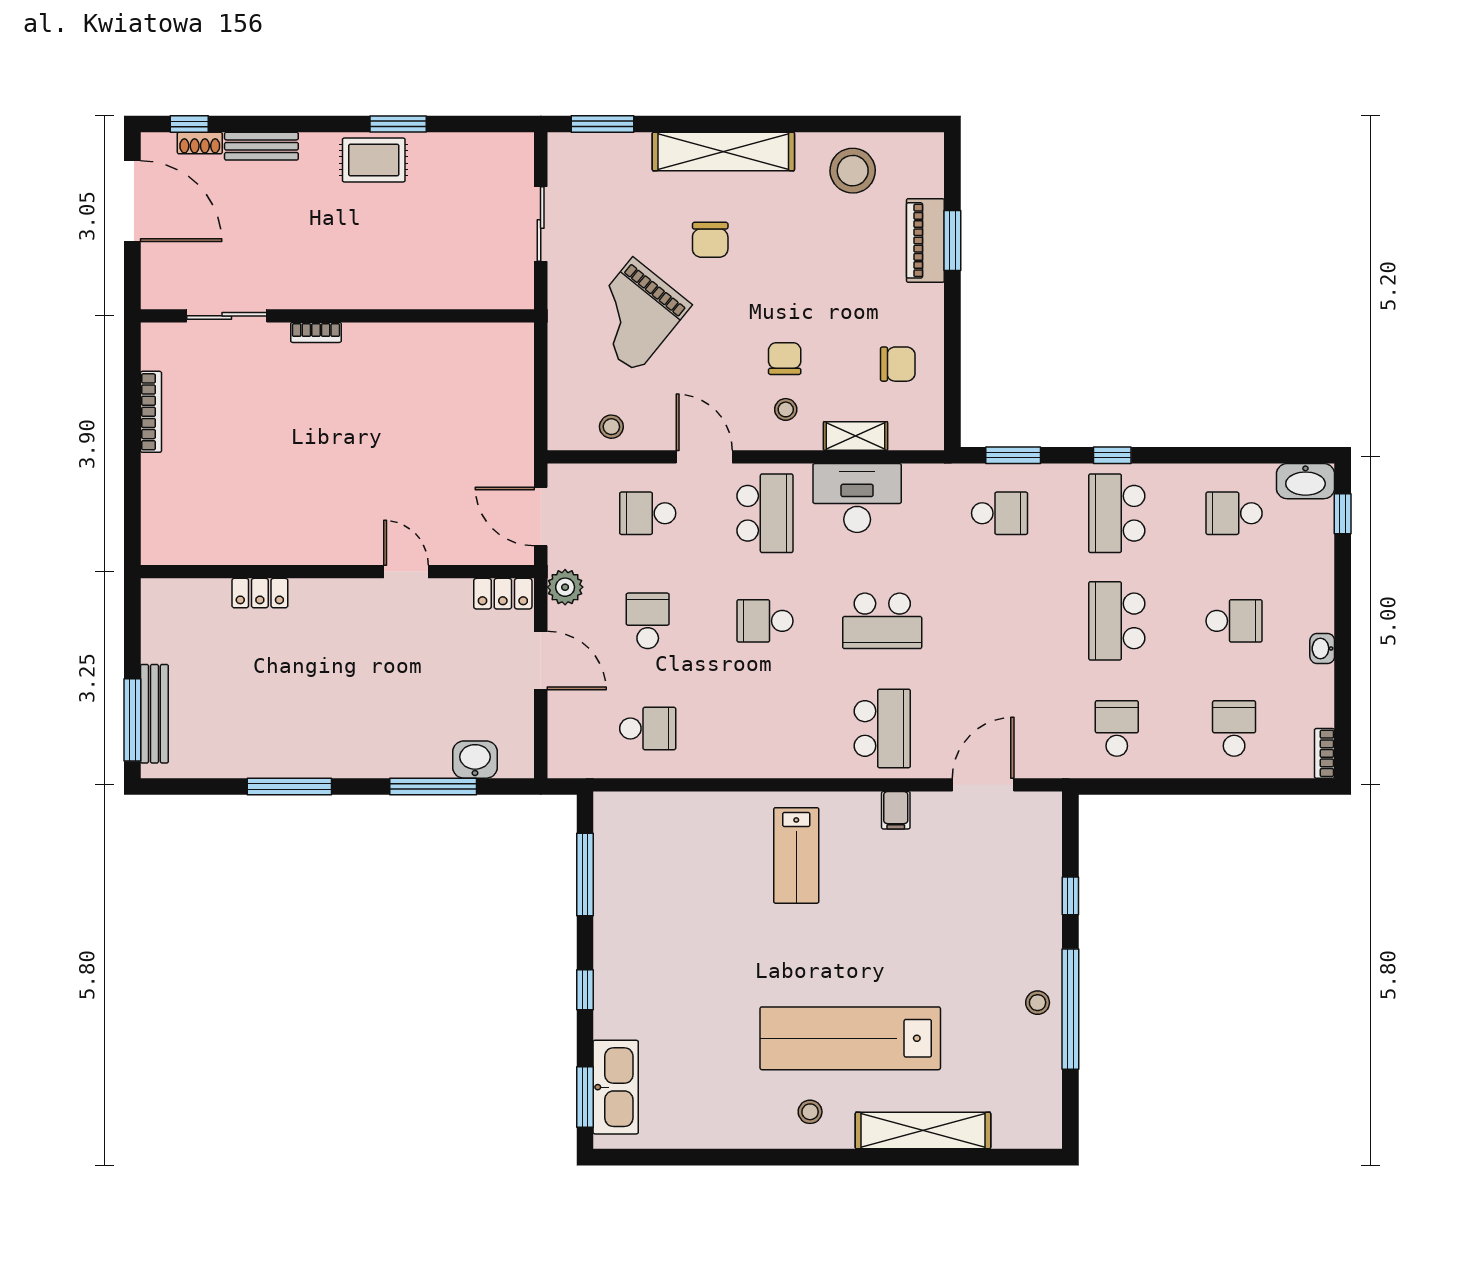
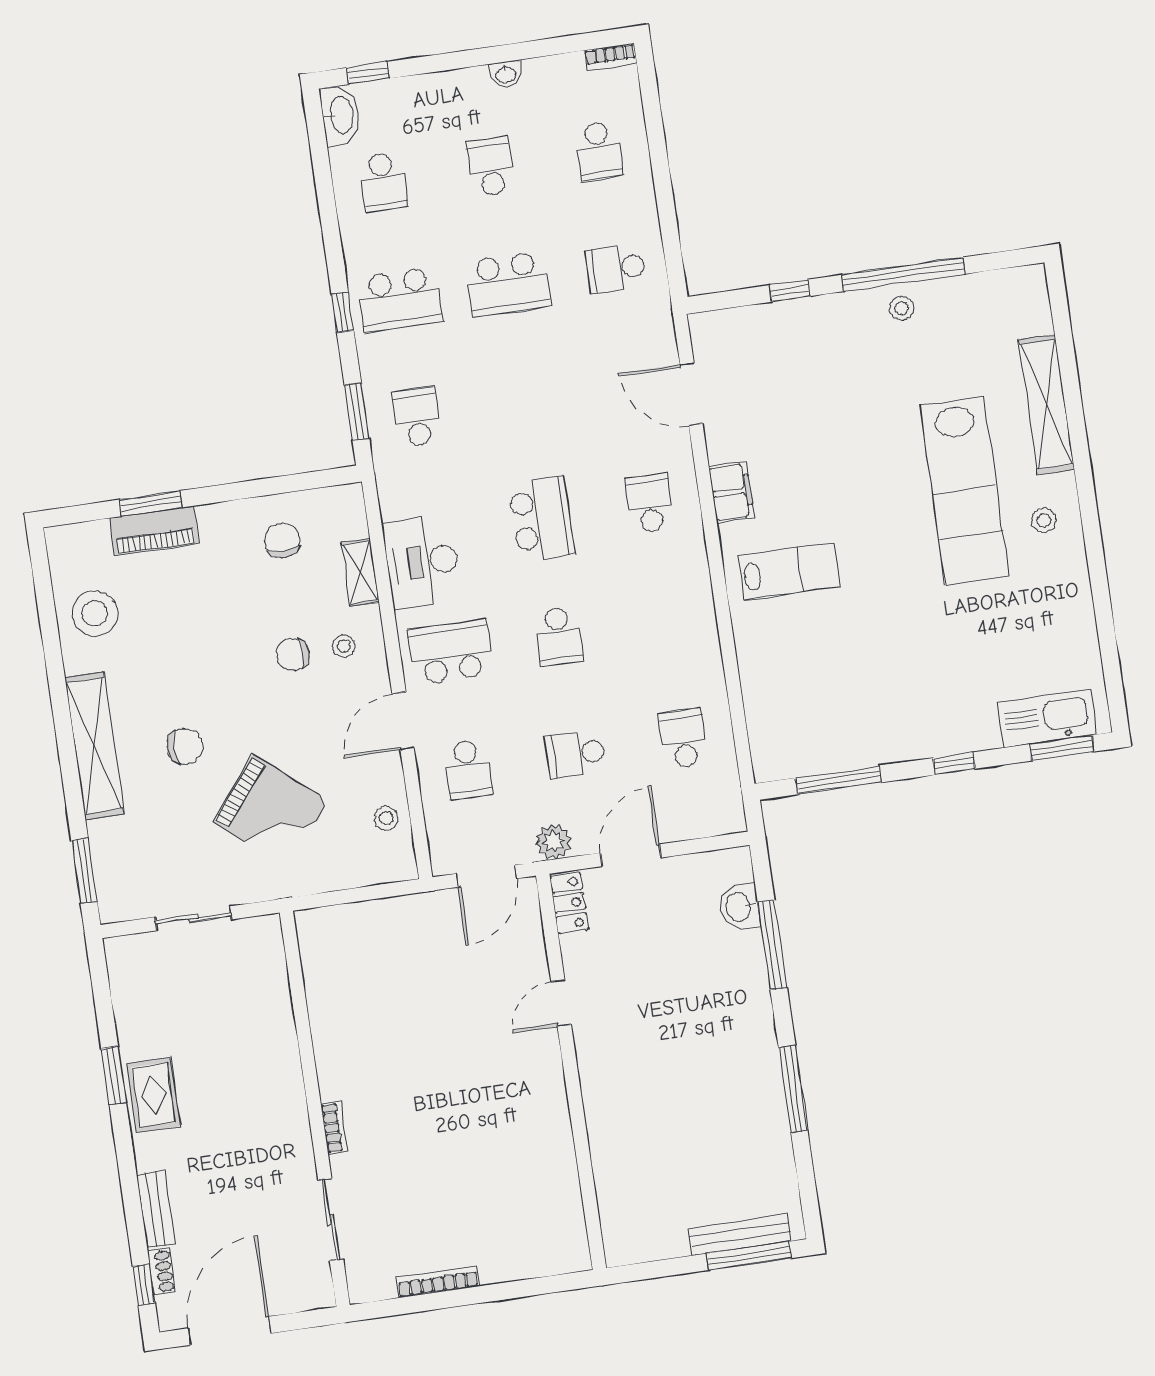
locker: (260, 593) -> (604, 1146), removed
school desk: (882, 728) -> (649, 503), width x0.54
school desk: (1234, 728) -> (599, 151), turned -90
filing cabinet: (896, 810) -> (731, 492), width x2.00

